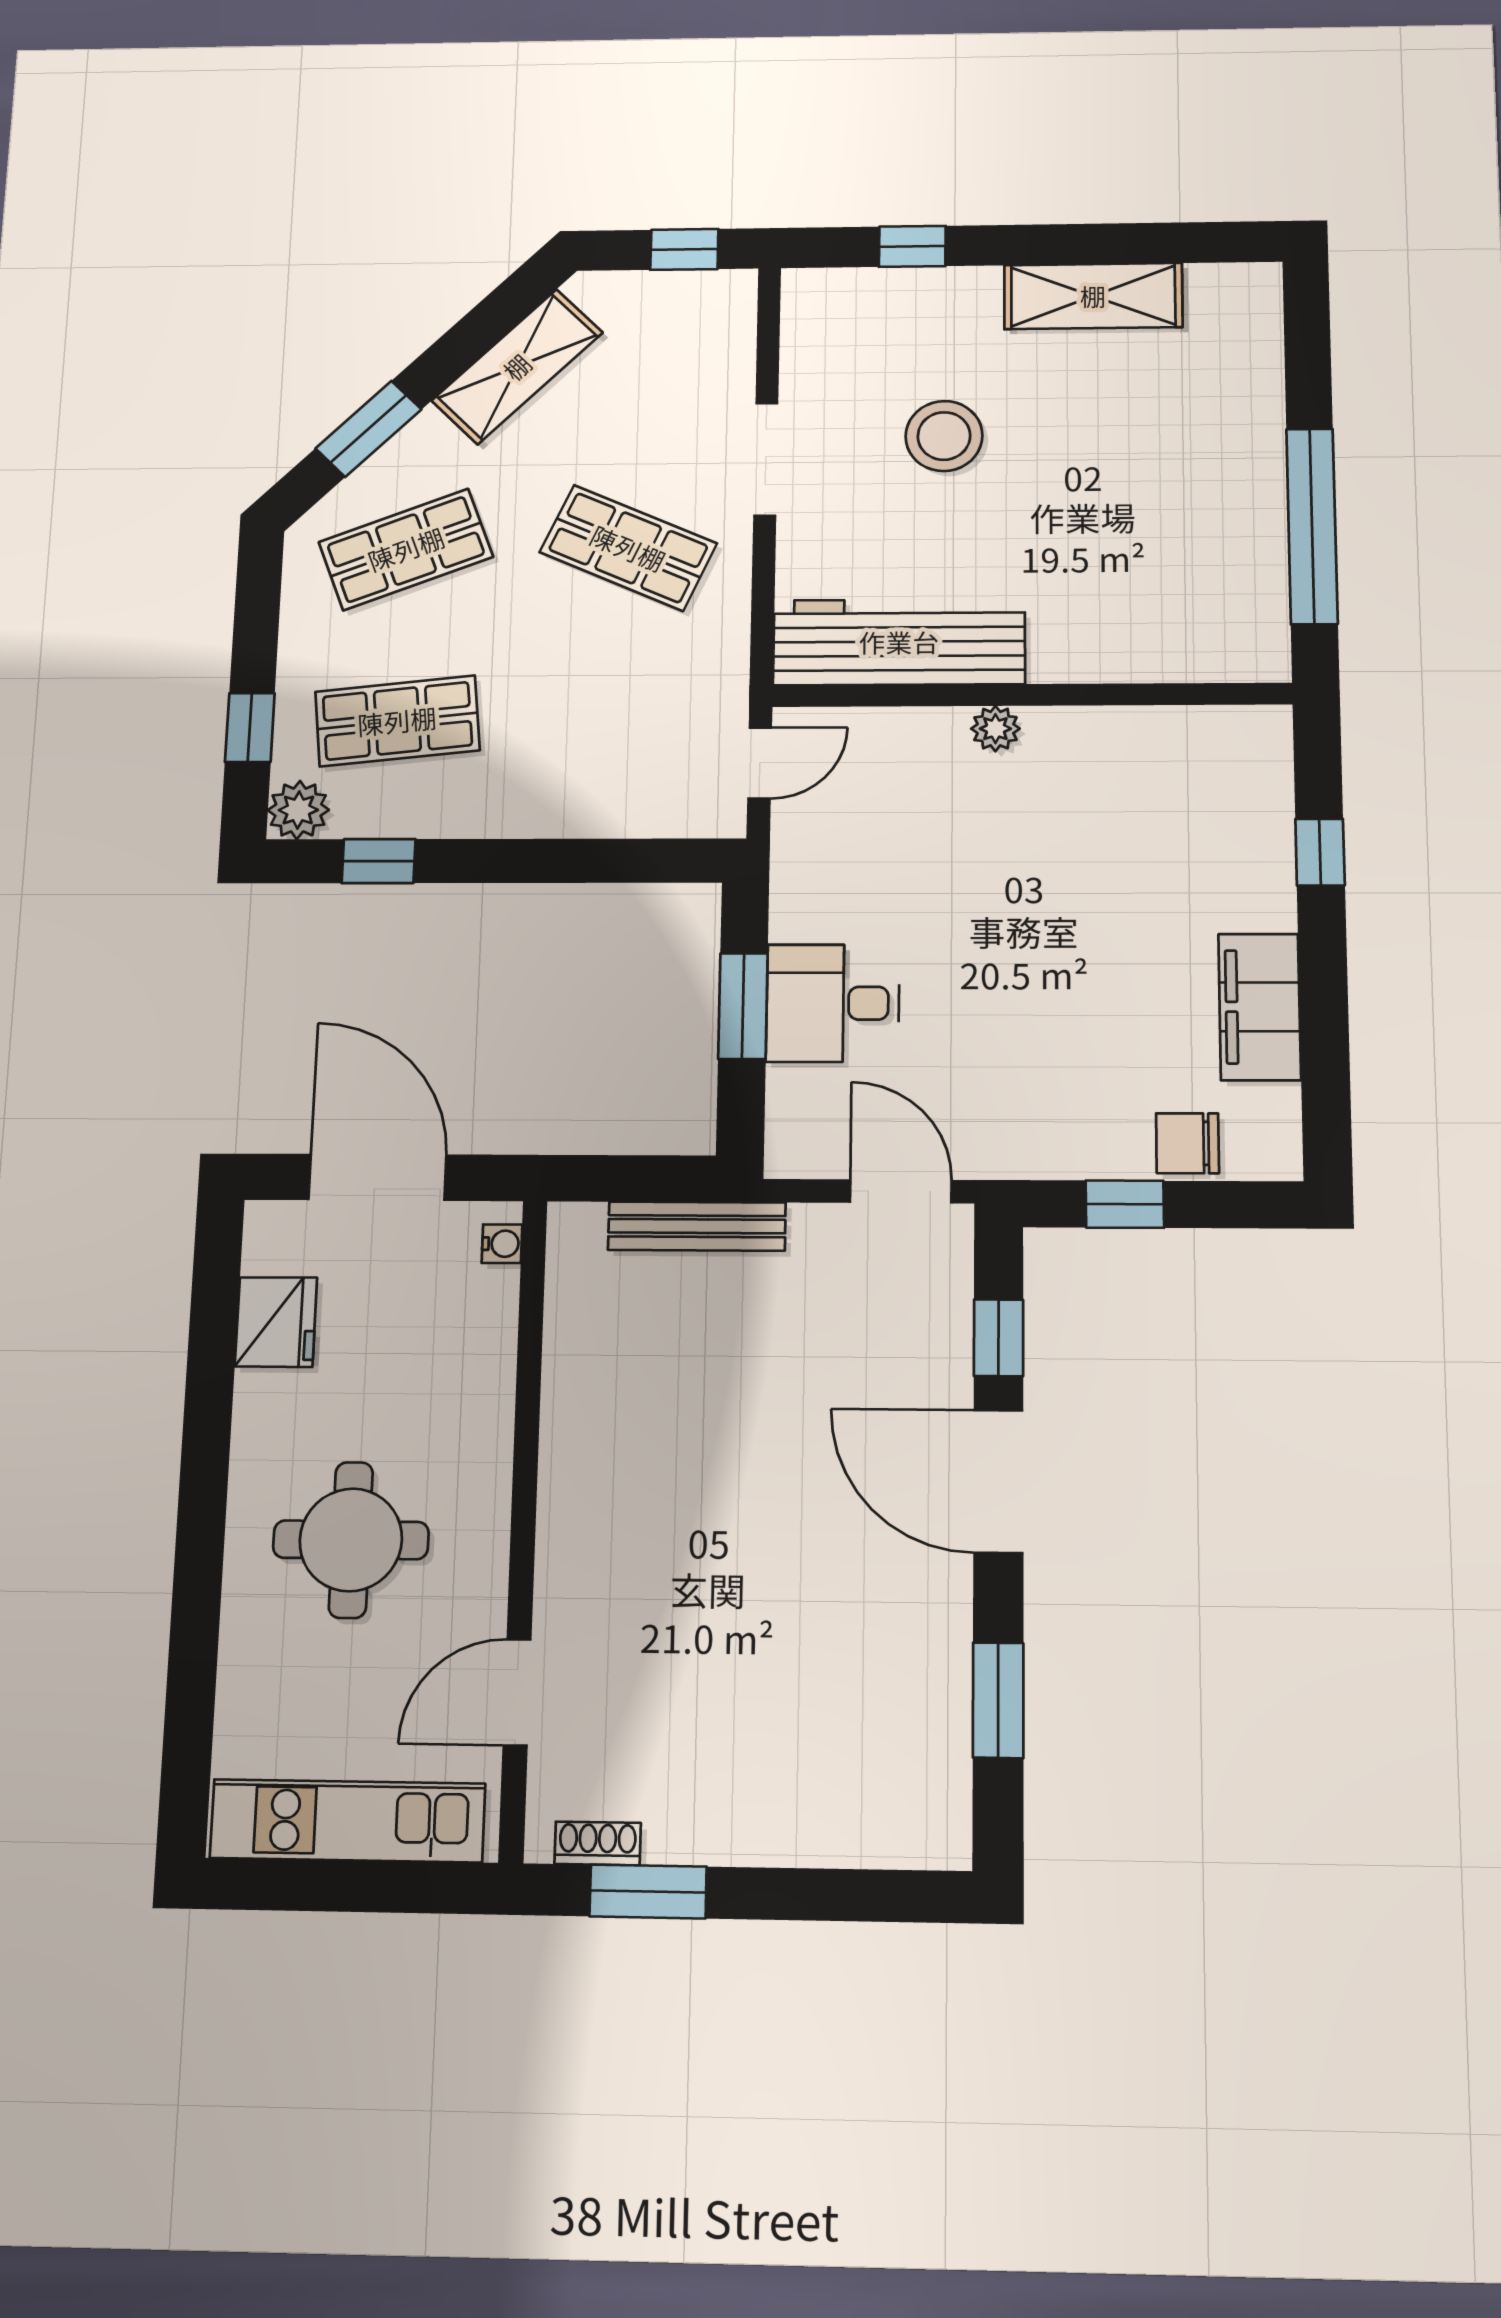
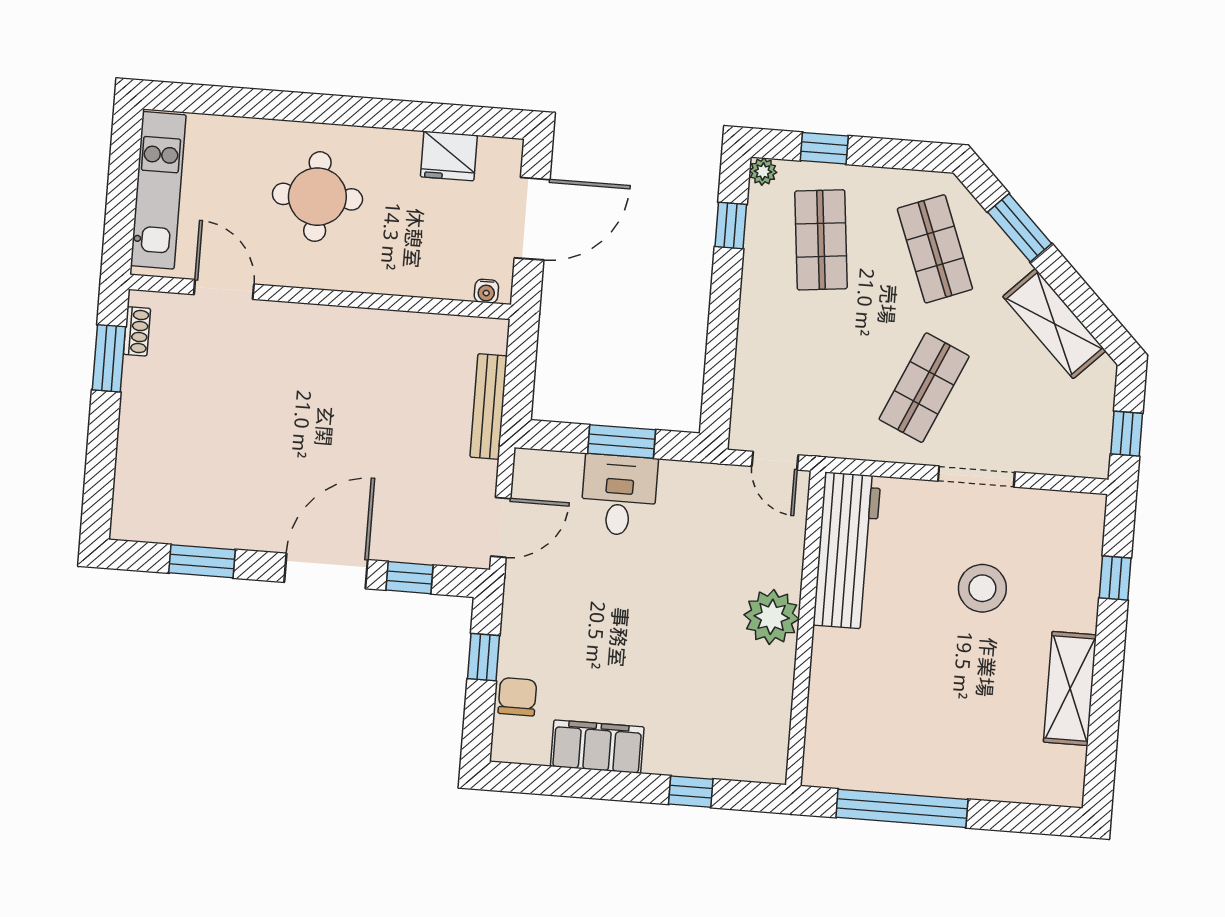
plant: (995, 729) -> (772, 617), width x1.87, depth x1.87
plant: (298, 810) -> (763, 171), width x0.73, depth x0.73

